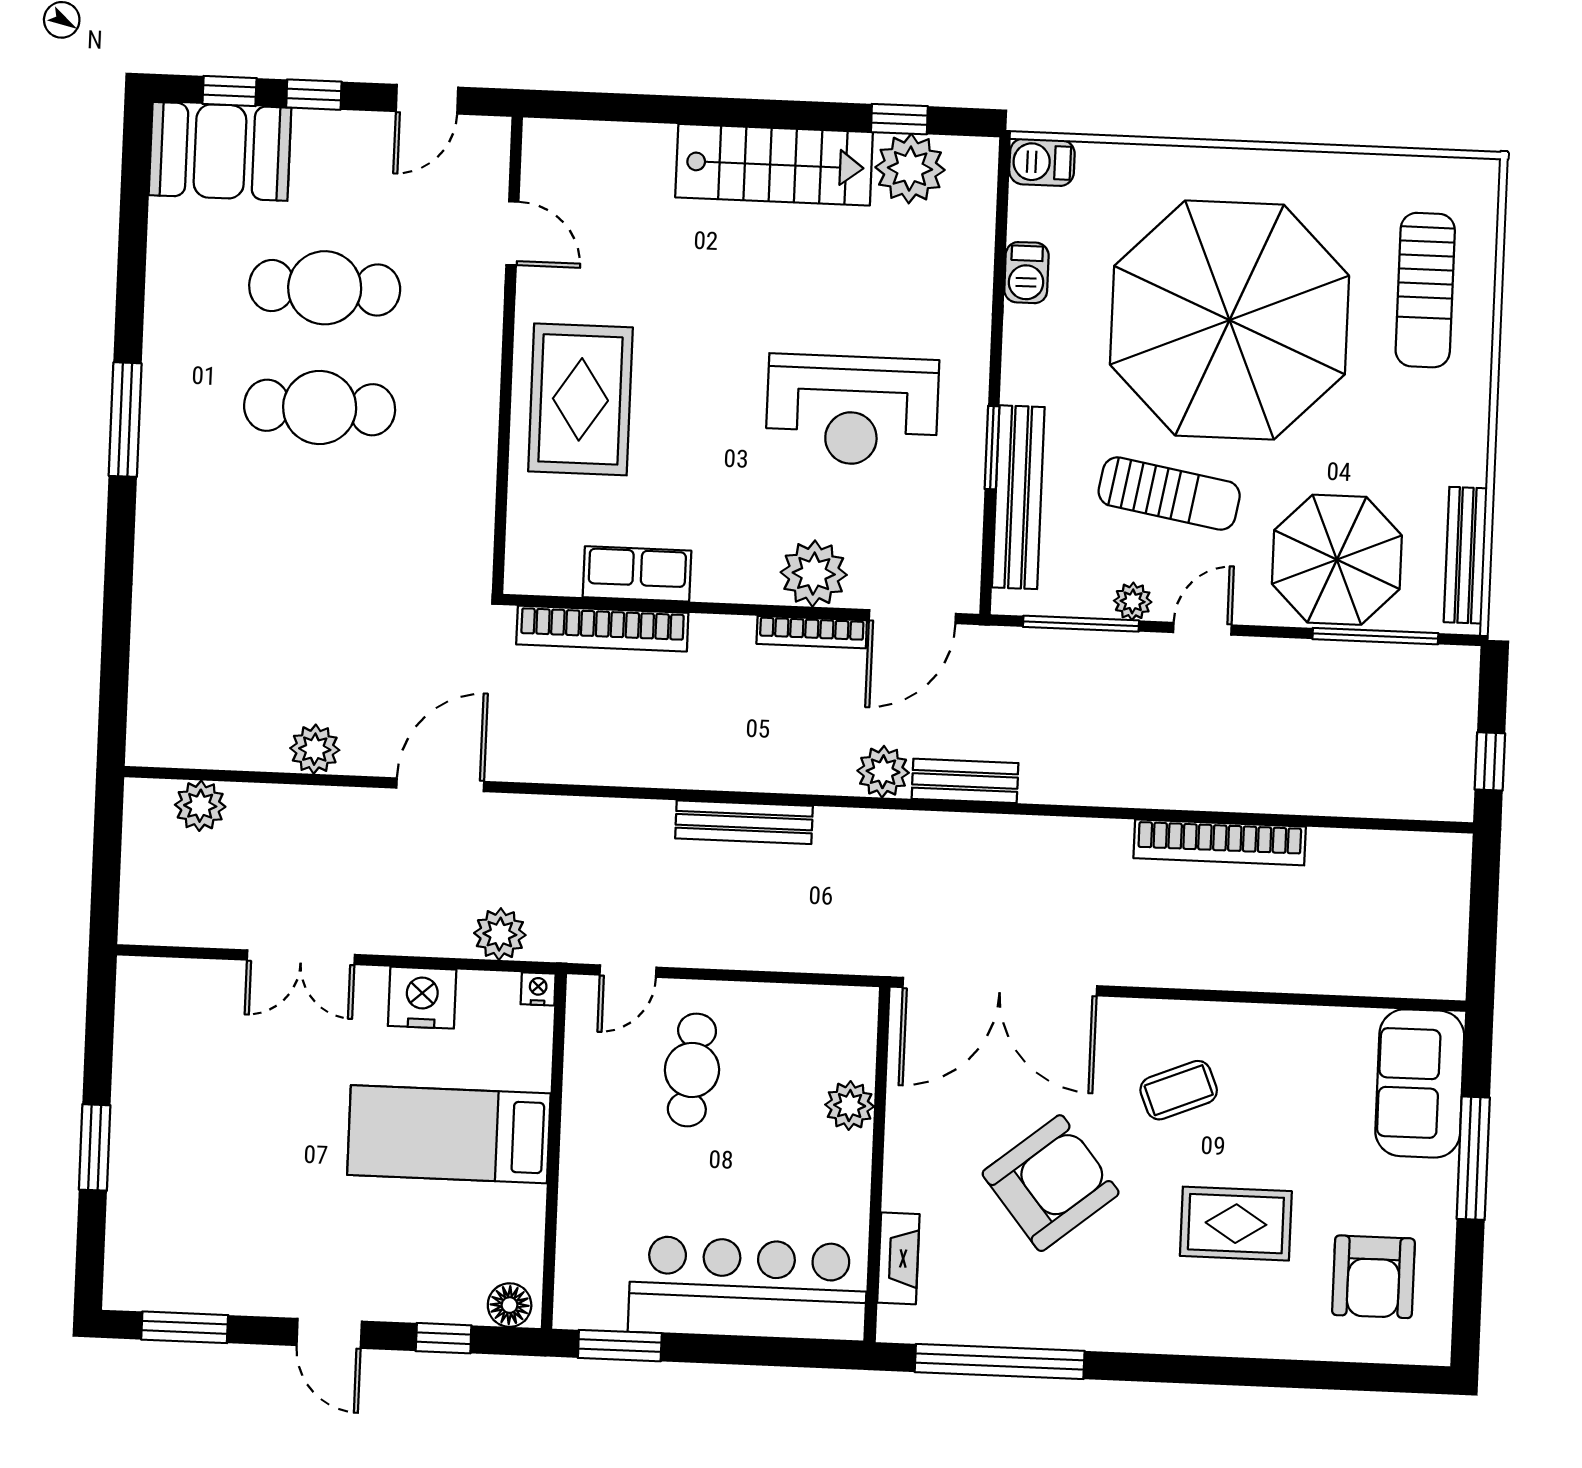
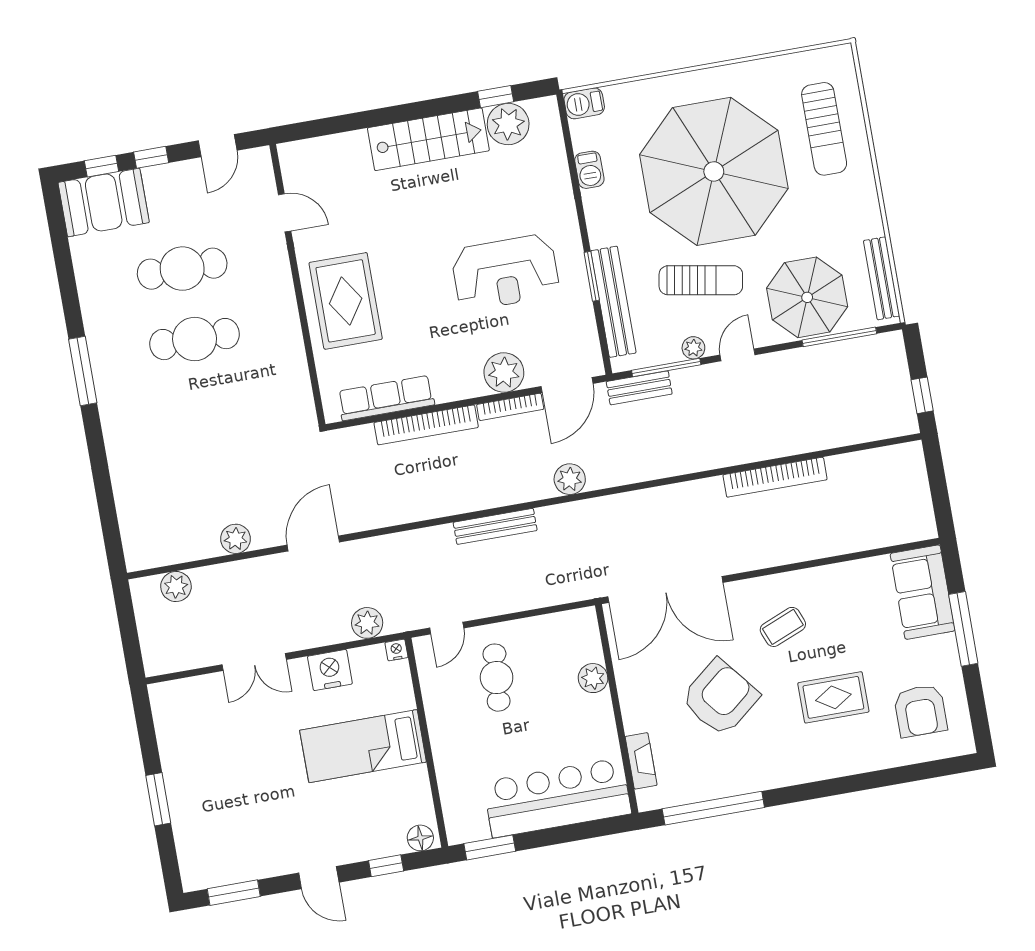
row of seats: (637, 574) -> (386, 398), width x1.48
bookcase: (602, 629) -> (426, 425), moved
bench: (965, 781) -> (639, 388), moved

